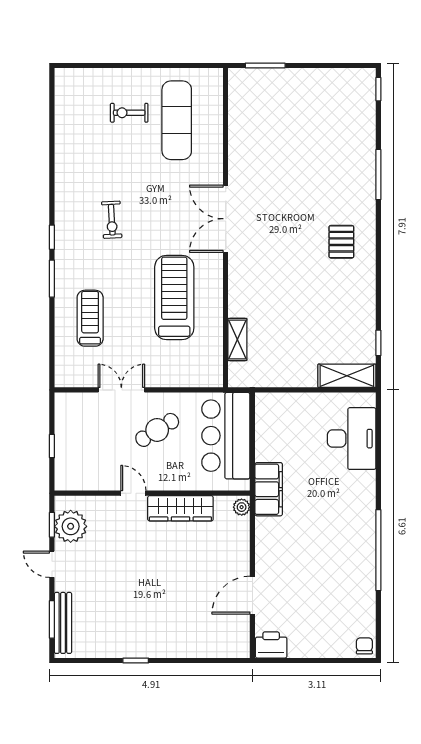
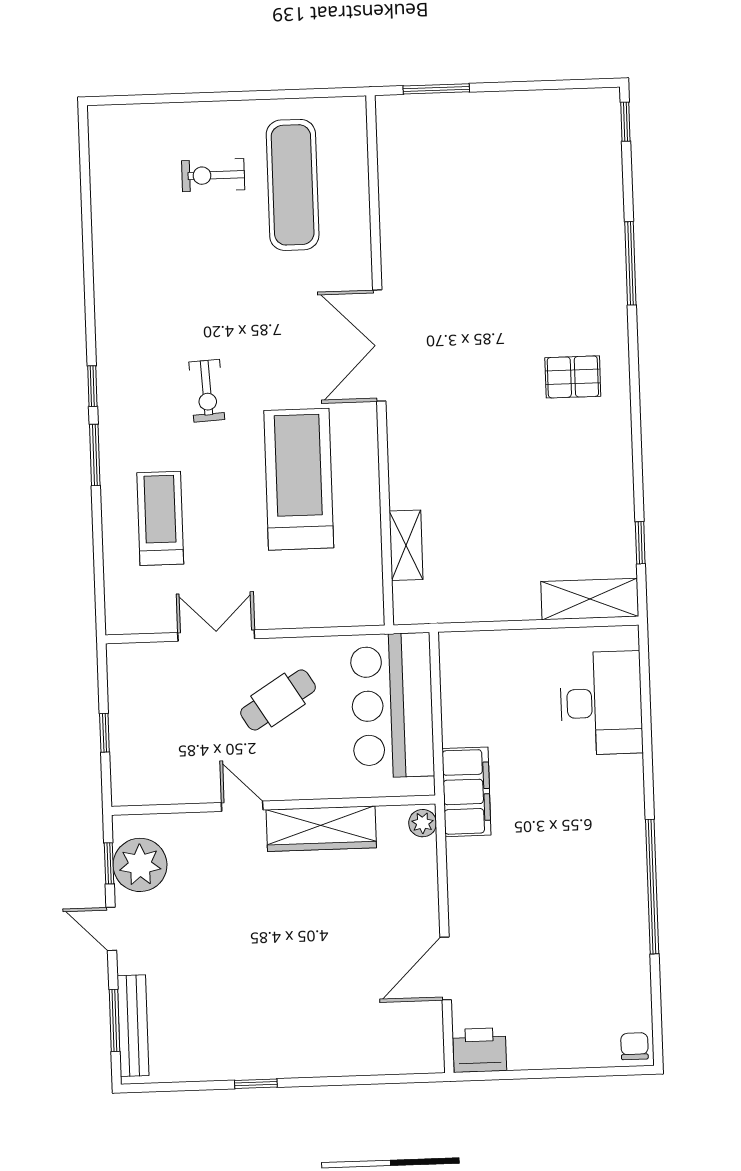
exercise bike: (112, 220) -> (207, 391), moved
pallet: (341, 242) -> (573, 377), turned 90

